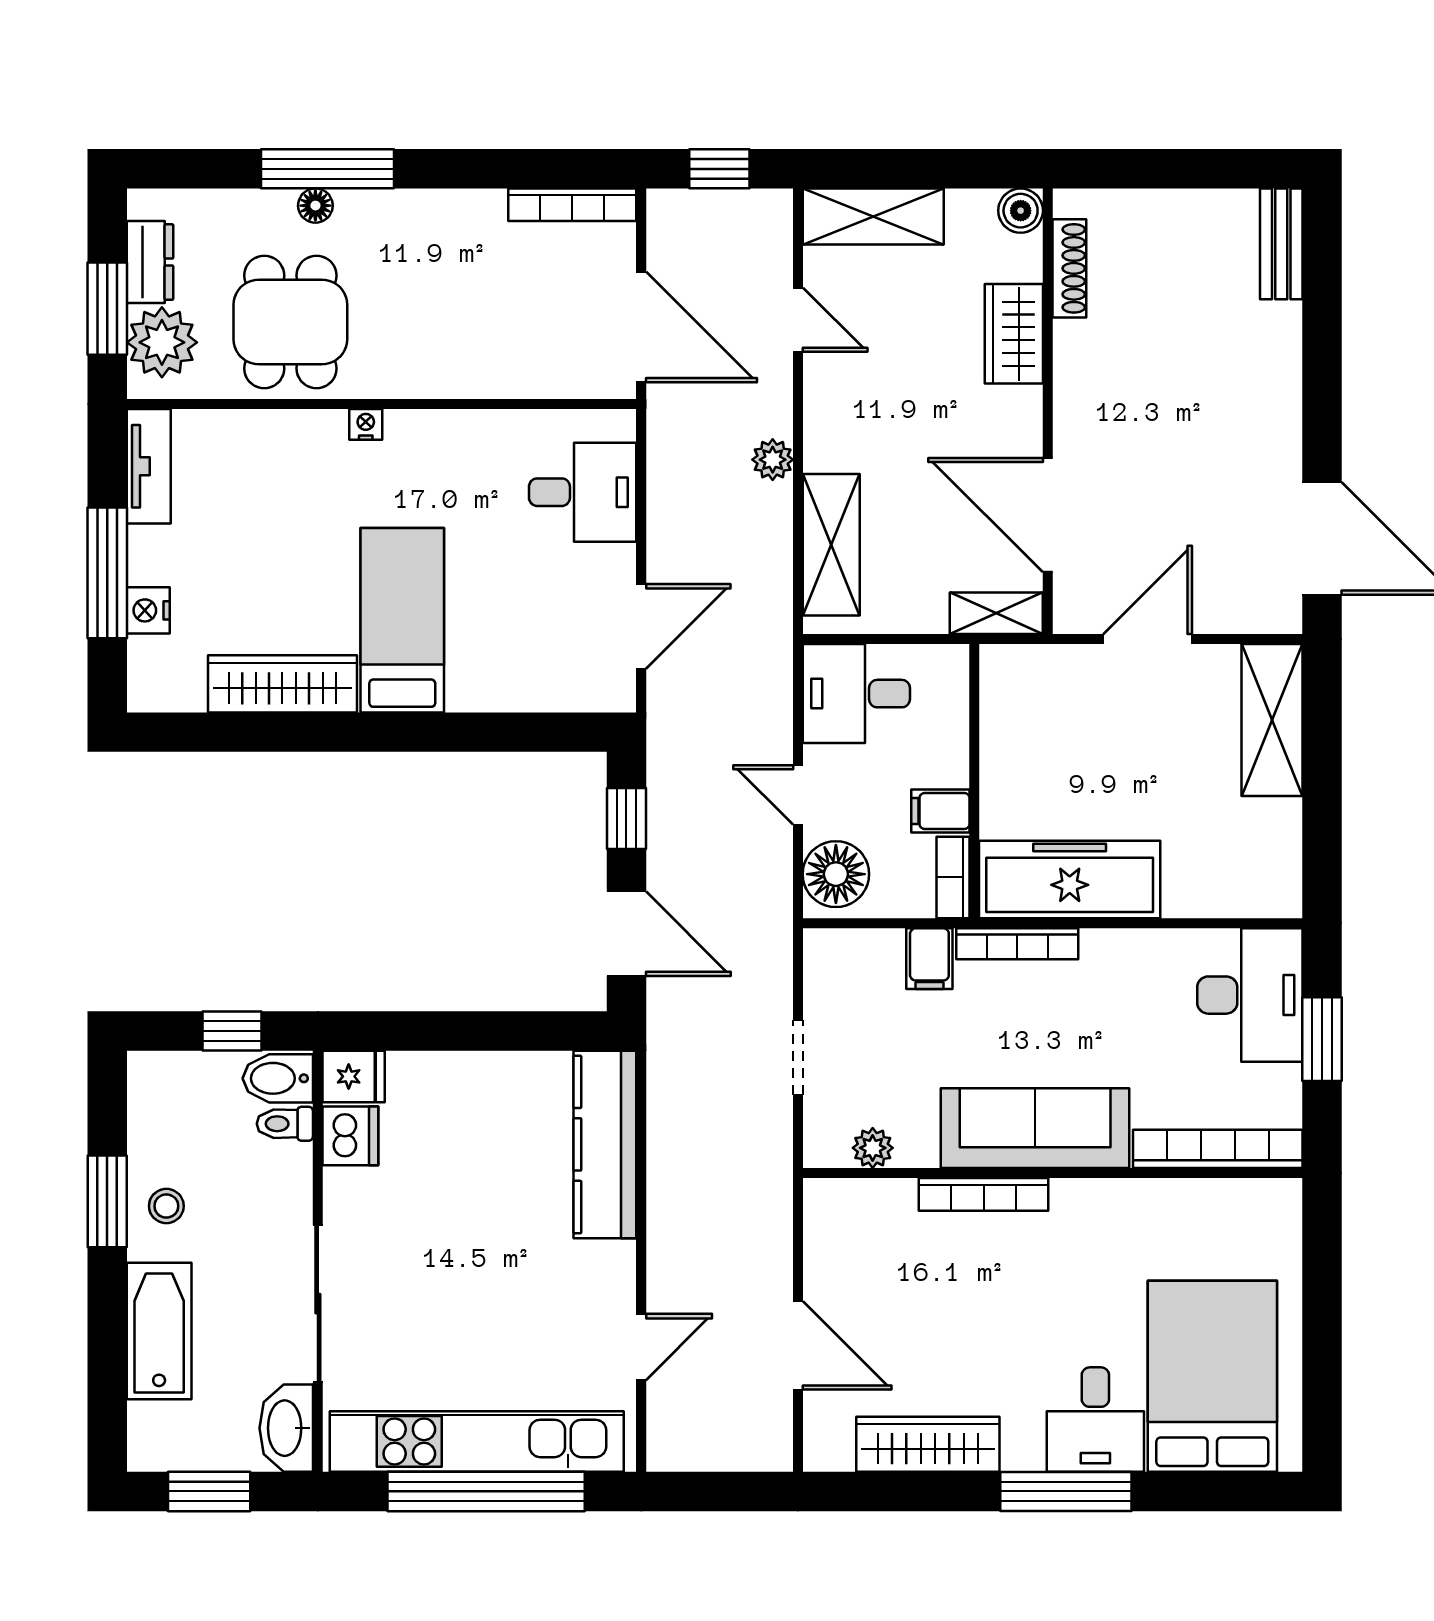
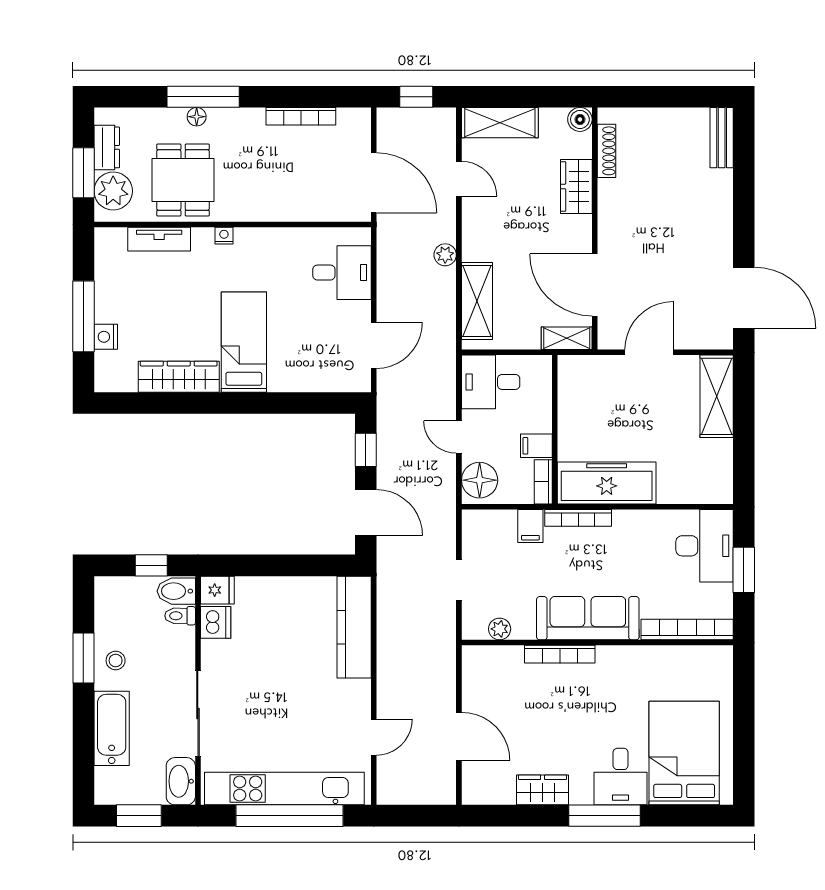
bookcase: (572, 205) -> (301, 116), moved
tv unit: (149, 466) -> (159, 239), moved, turned 90
wardrobe: (928, 1444) -> (543, 790), width x0.67

